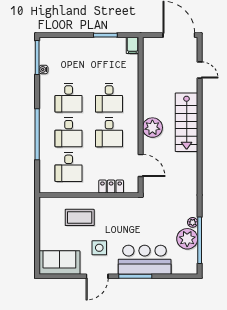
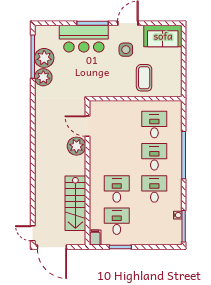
door: (200, 70) -> (33, 233), moved
stairs: (187, 122) -> (75, 203), moved, turned 180
plant: (152, 128) -> (76, 146), moved
desk: (109, 132) -> (117, 221), moved
locker: (111, 186) -> (115, 107), removed
coffee table: (80, 217) -> (144, 78), turned 90
plant: (193, 222) -> (43, 77), width x1.88, depth x1.88

